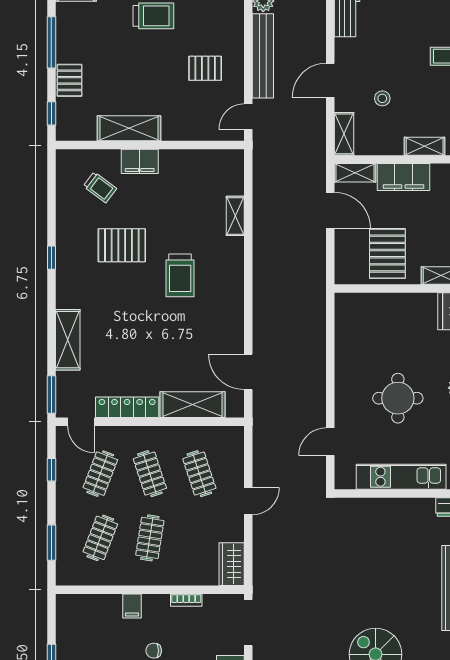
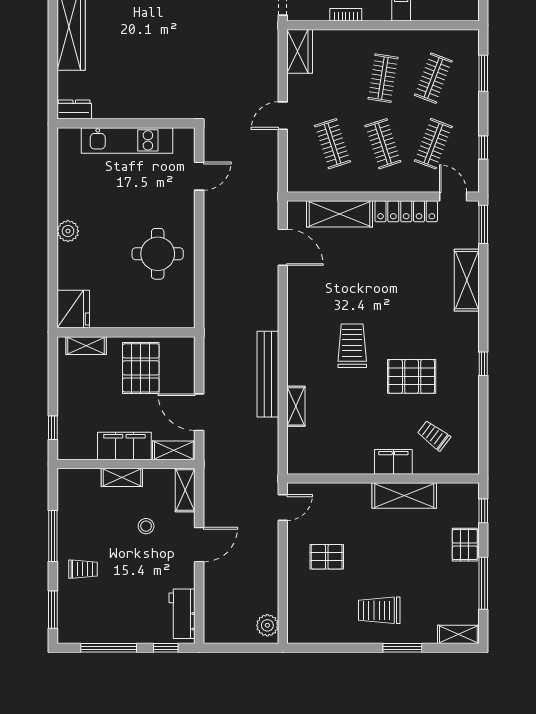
bench: (263, 56) -> (268, 374), moved
shelving: (425, 146) -> (122, 477), moved
round table: (398, 398) -> (158, 254), moved

